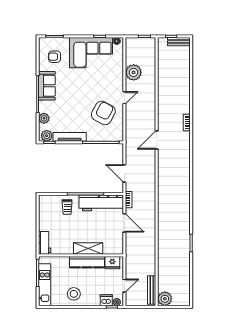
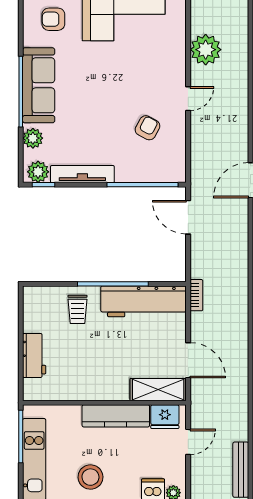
sofa: (47, 86) -> (39, 85), width x1.36
armchair: (103, 113) -> (147, 128), width x0.53, depth x0.53
door: (124, 173) -> (188, 217), moved
door: (124, 223) -> (188, 360), moved
workbench: (45, 243) -> (34, 355), moved
shelving: (88, 249) -> (158, 390), moved
door: (124, 286) -> (188, 442), moved

